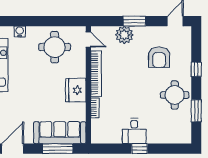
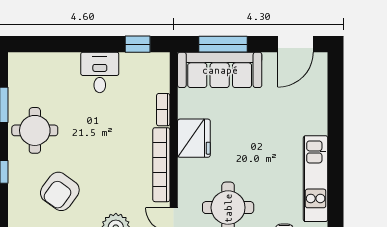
armchair: (159, 57) -> (60, 191), turned -144
window: (140, 149) -> (138, 44), moved

